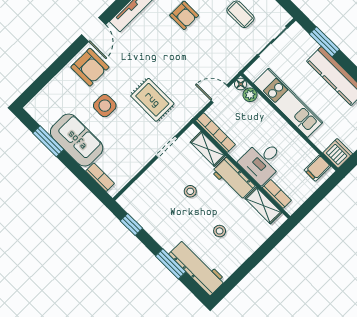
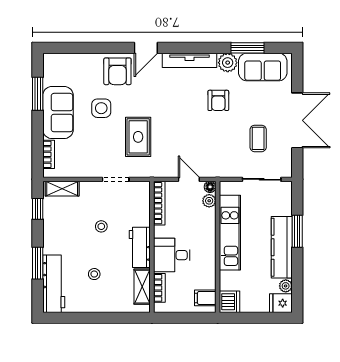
window: (324, 42) -> (297, 231), moved
shelving: (208, 149) -> (62, 189), moved, turned 90

